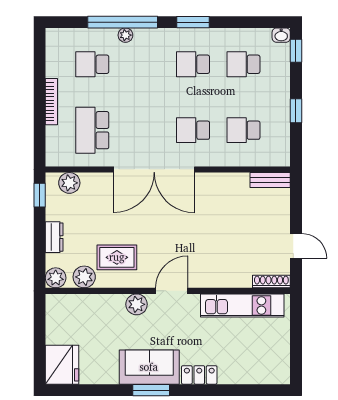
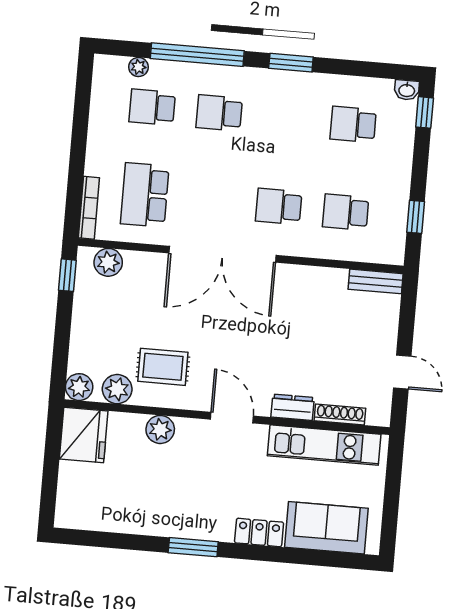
plant: (125, 35) -> (138, 67), moved
school desk: (193, 64) -> (219, 113), moved
bookcase: (51, 102) -> (89, 208), moved
window: (296, 111) -> (416, 217), moved
dresser: (54, 237) -> (293, 407), moved, turned -90
shoe rack: (271, 282) -> (340, 414), moved
door: (172, 291) -> (232, 418), hinge flipped
plant: (137, 304) -> (160, 429), moved
fridge: (62, 365) -> (84, 435), moved
sofa: (149, 367) -> (326, 528), moved

